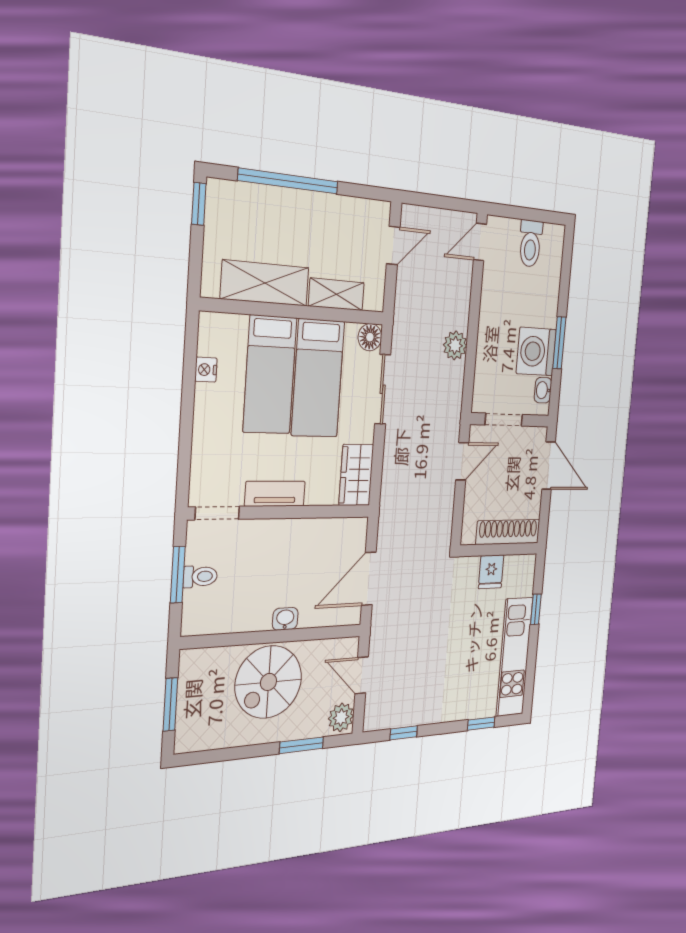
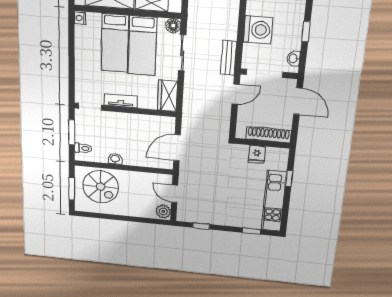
window: (559, 343) -> (306, 32), width x0.67
plant: (455, 345) -> (229, 31), removed
washing machine: (536, 351) -> (258, 30), moved, turned 180
nightstand: (206, 370) -> (80, 18), moved
bench: (453, 395) -> (229, 58), added
doorway: (504, 420) -> (265, 73), width x1.38
toilet: (200, 576) -> (83, 148), moved
washbasin: (285, 619) -> (115, 159), moved
spiral stairs: (268, 682) -> (101, 187), moved, turned -90
window: (301, 745) -> (141, 220), removed

